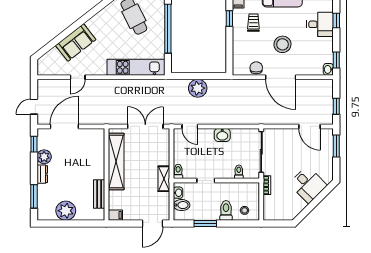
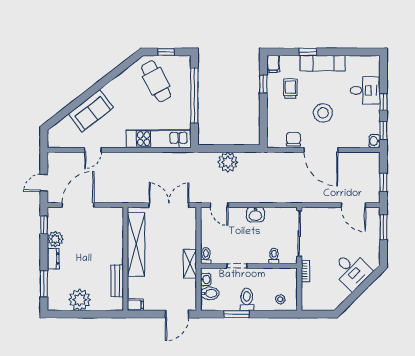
window: (336, 20) -> (383, 102), moved
toilet: (226, 210) -> (247, 299), moved

